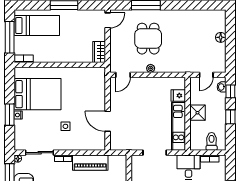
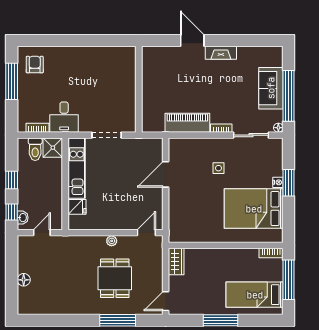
shower: (197, 113) -> (53, 148), moved
door: (108, 121) -> (166, 174), swing flipped

